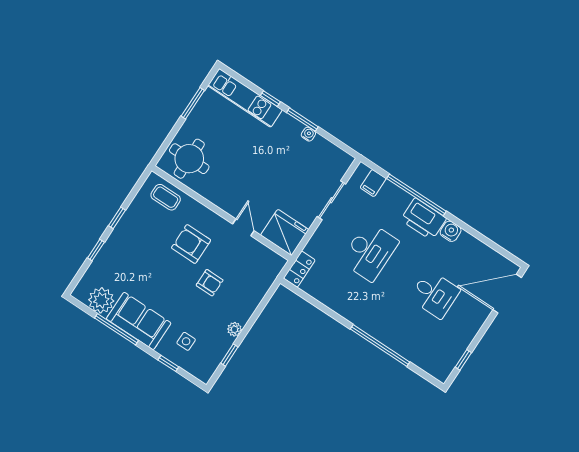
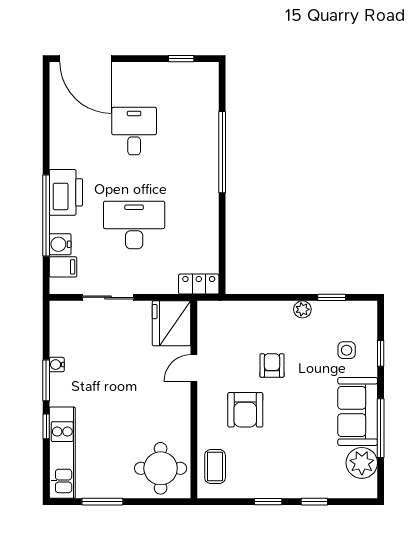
water cooler: (451, 231) -> (60, 244), moved

